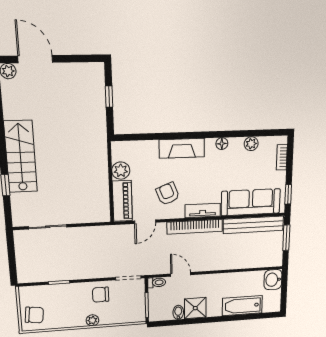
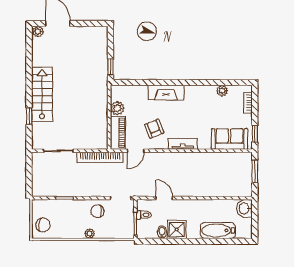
window: (109, 97) -> (110, 67), moved
floor lamp: (222, 144) -> (198, 90), removed
sofa: (251, 202) -> (230, 139), width x0.73
bench: (253, 225) -> (226, 158), removed
bookcase: (195, 227) -> (100, 157), moved
toilet: (157, 283) -> (144, 215), moved

